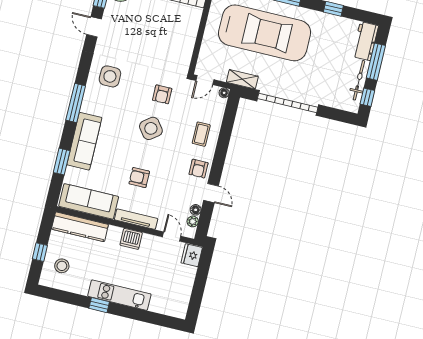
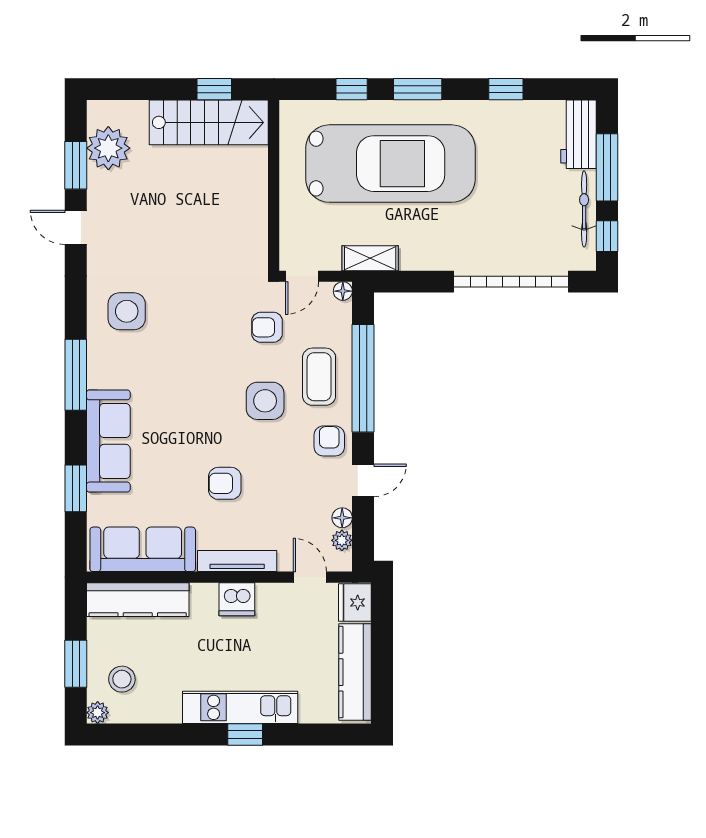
armchair: (162, 94) -> (267, 327), moved, turned 90
garage door: (288, 103) -> (511, 282), moved
side table: (151, 128) -> (265, 401), moved, turned 37
coffee table: (201, 134) -> (319, 377), width x1.36, depth x1.30
window: (224, 140) -> (363, 378), added
armchair: (199, 169) -> (329, 441), turned 180
door: (211, 193) -> (363, 480), hinge flipped
window: (40, 252) -> (76, 664), width x1.50
plant: (45, 280) -> (98, 713), added
kitchen counter: (183, 291) -> (355, 672), added
window: (99, 305) -> (245, 734), moved

